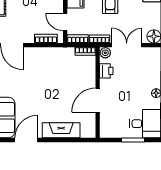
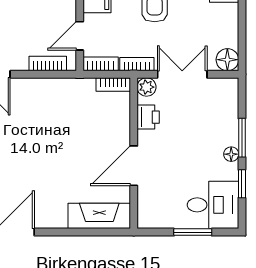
door: (65, 22) -> (80, 36), hinge flipped
fireplace: (61, 130) -> (99, 216), moved

